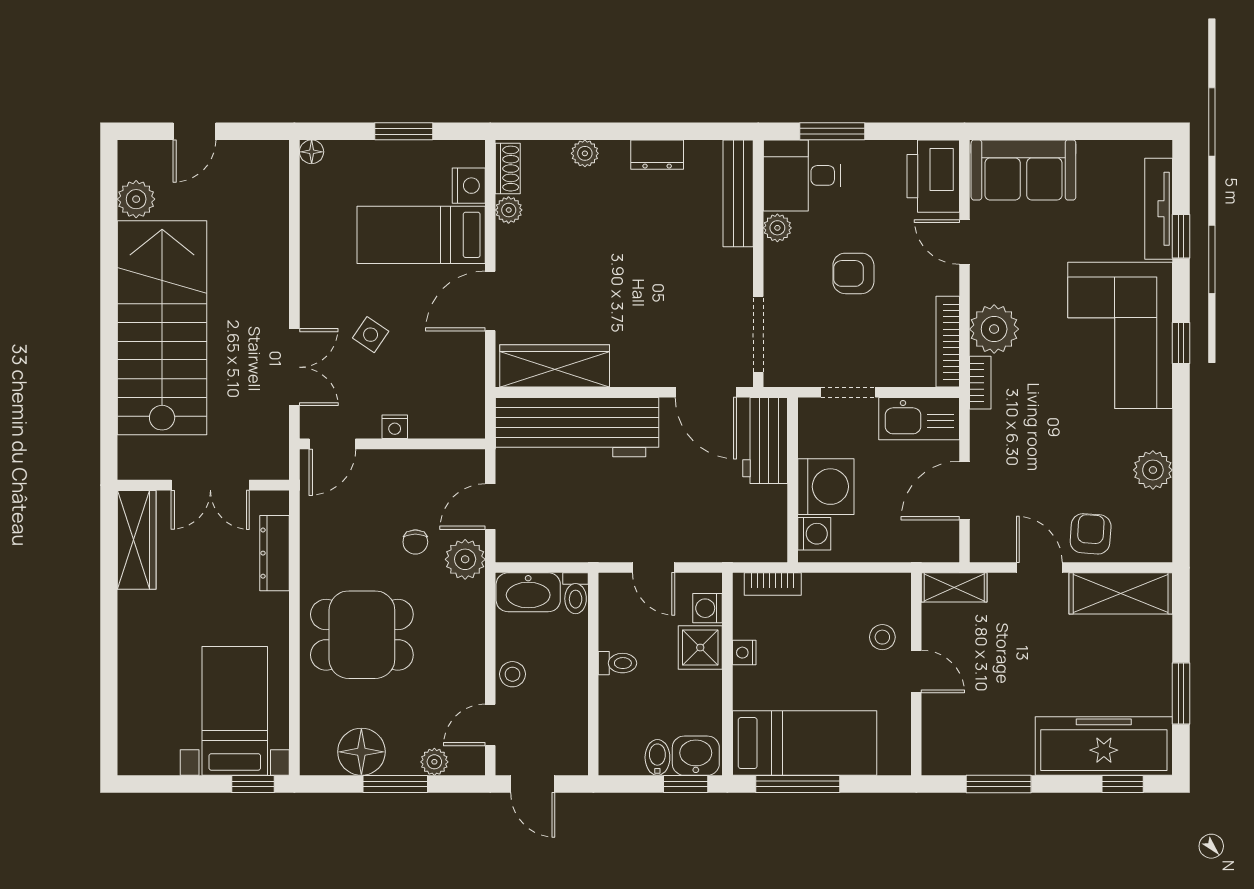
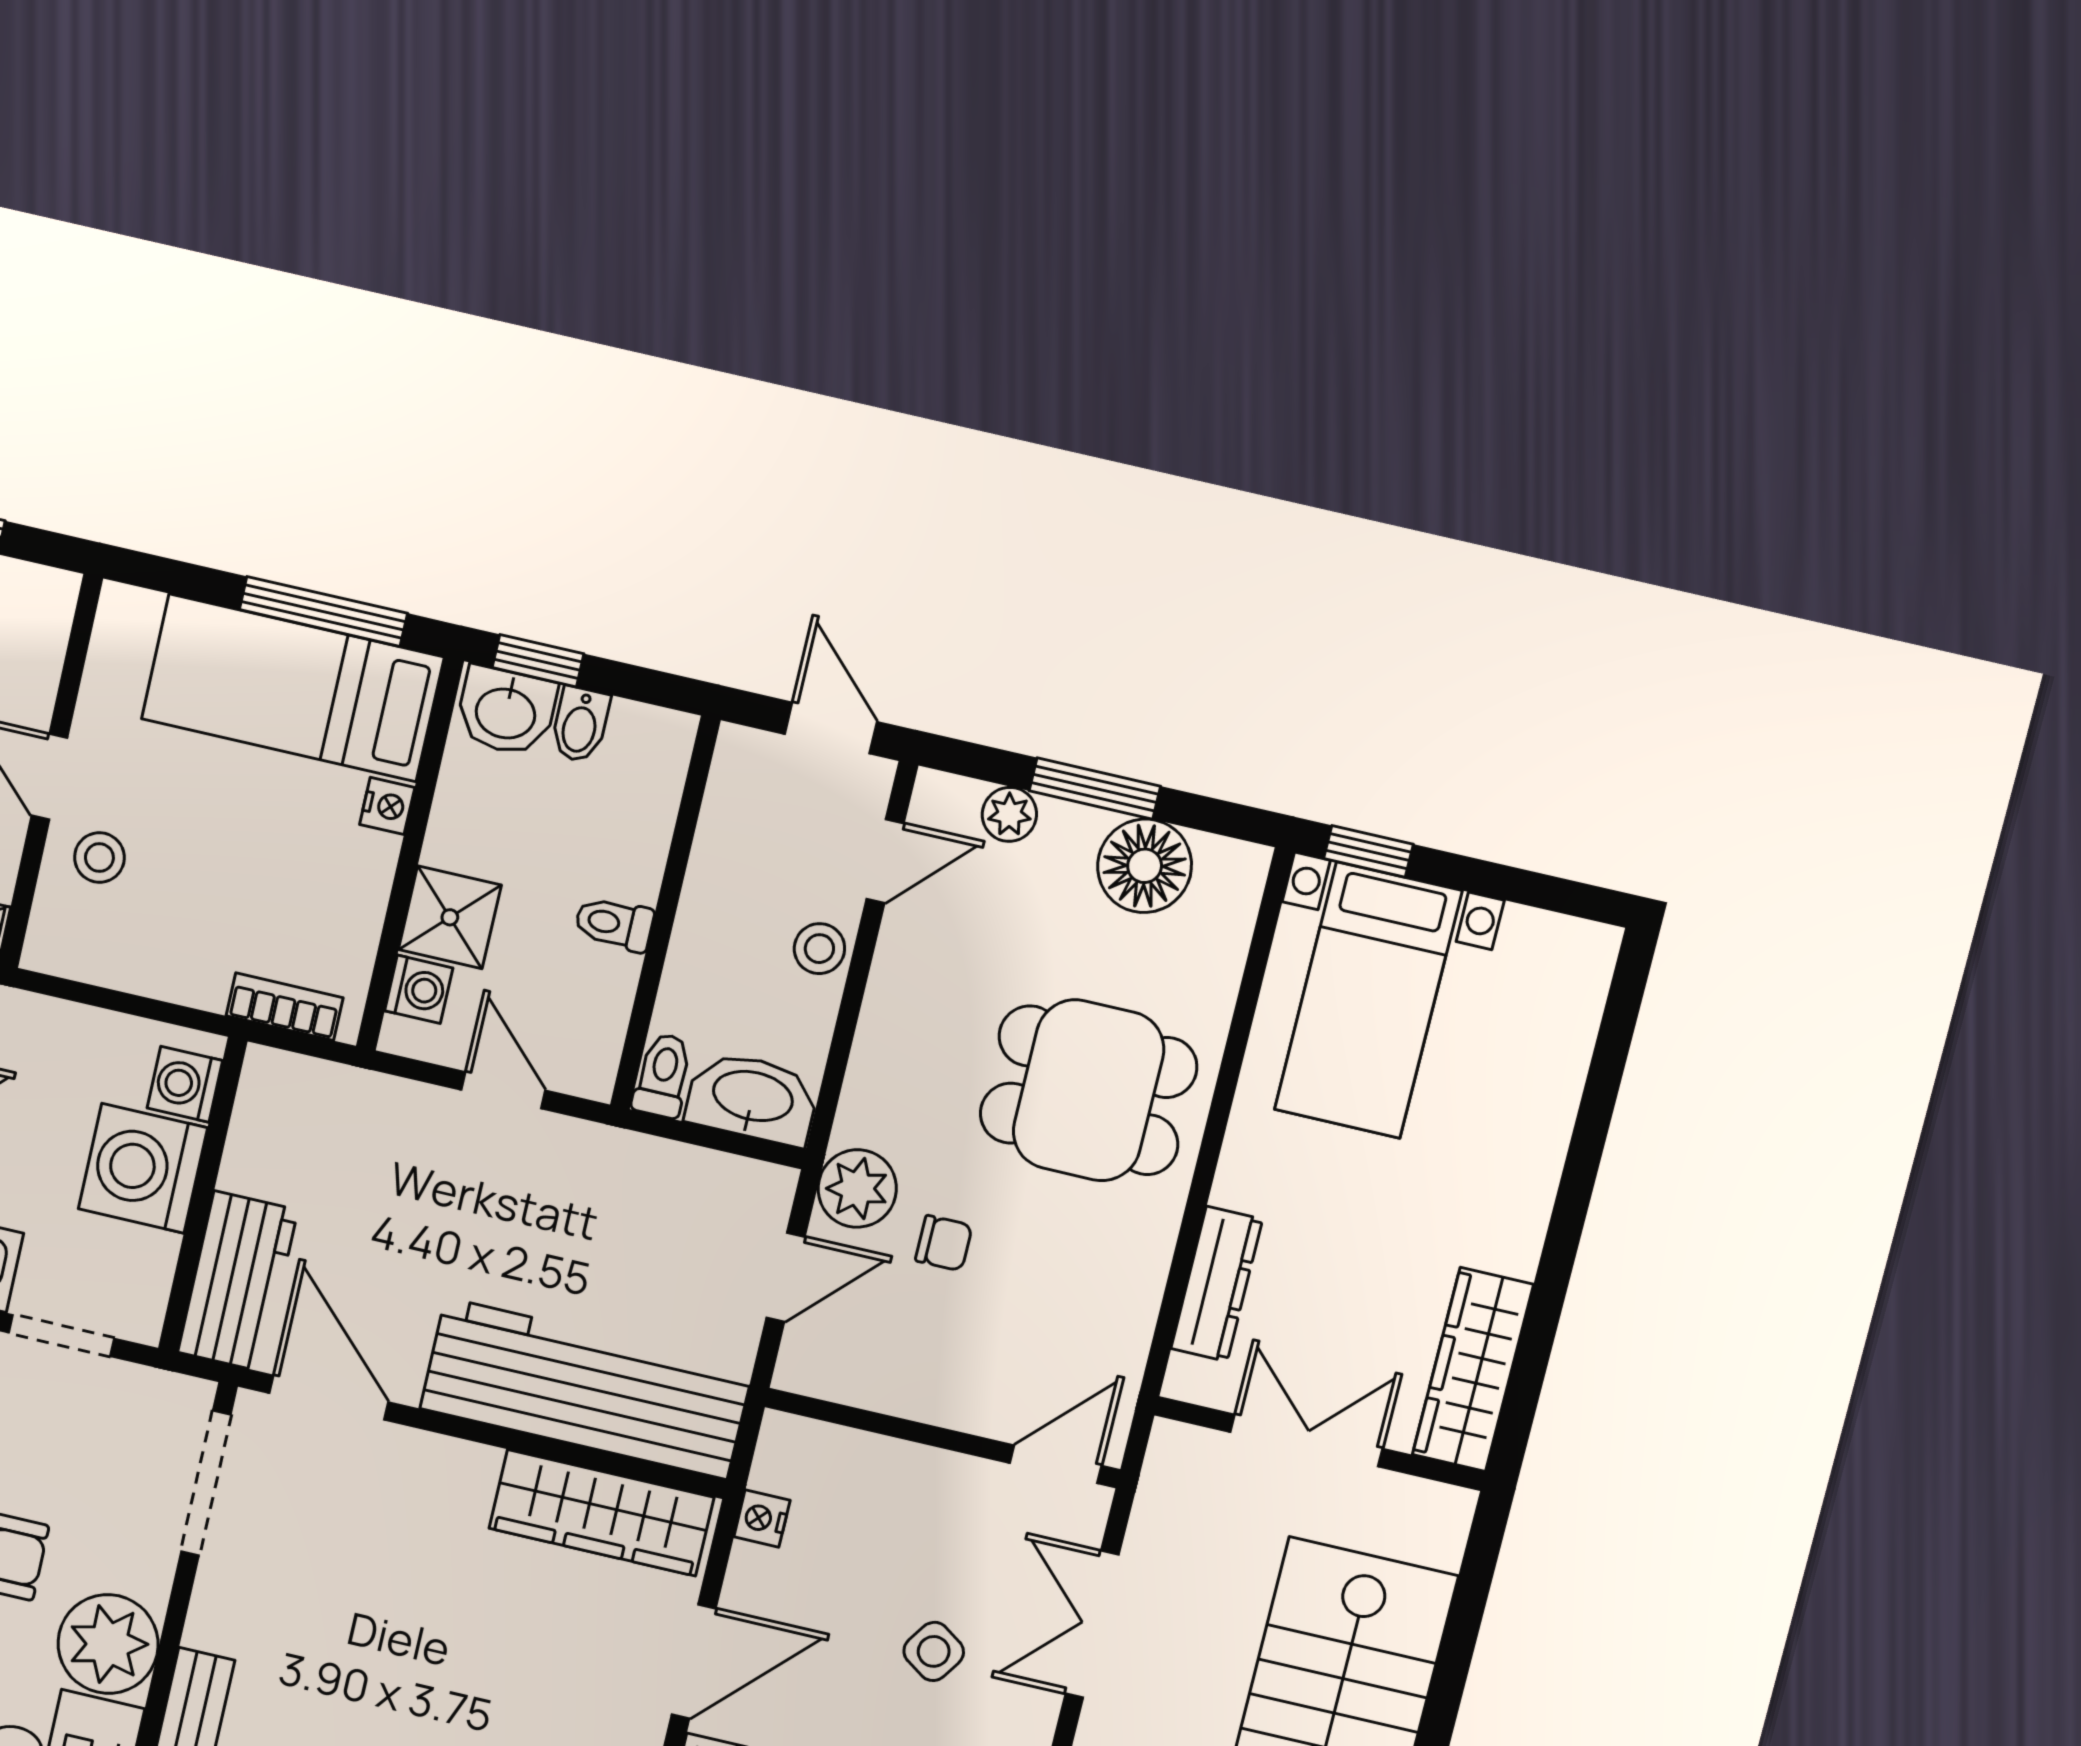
plant: (777, 228) -> (108, 1644), width x1.88, depth x1.88
nightstand: (395, 427) -> (762, 1519), moved, turned -90
chair: (415, 542) -> (944, 1243), turned 90
nightstand: (744, 653) -> (387, 806), moved

